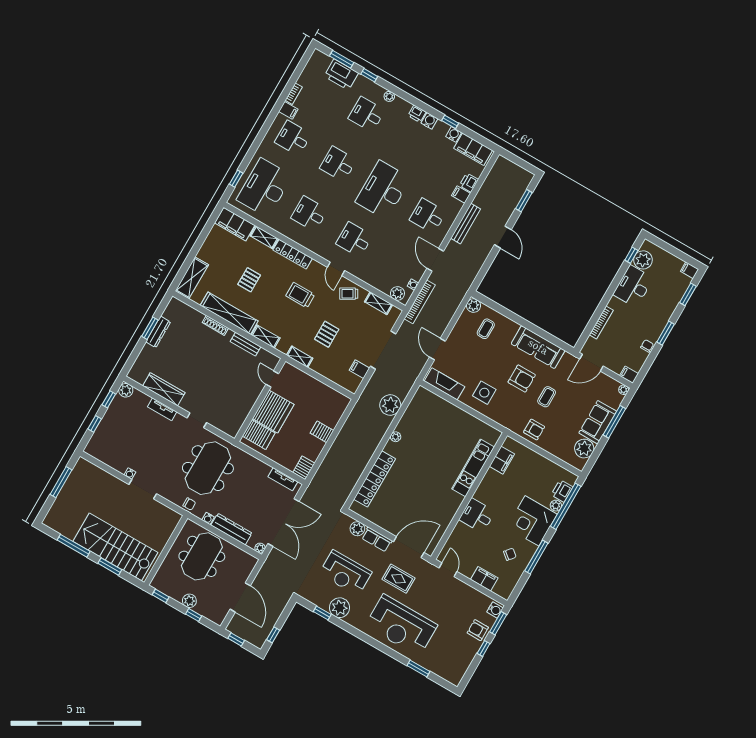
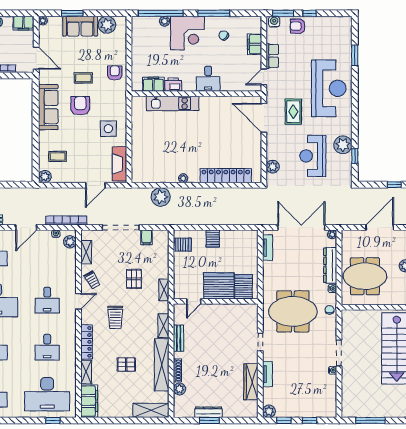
plant: (196, 317) -> (180, 389), added
pallet: (327, 334) -> (134, 279), turned 90
filing cabinet: (629, 375) -> (23, 23), width x2.00
window: (614, 422) -> (72, 13), width x0.69
server rack: (304, 468) -> (182, 245), moved, turned 180
printer: (562, 491) -> (173, 85), moved, turned 180
row of seats: (377, 539) -> (272, 56), moved
reception desk: (345, 573) -> (313, 156), turned 180
armchair: (478, 630) -> (298, 26), turned 90

